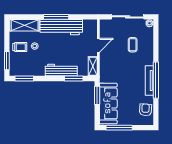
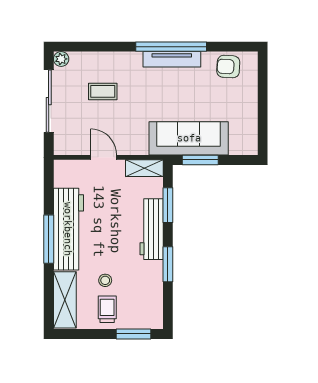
window: (24, 79) -> (168, 264), moved
sofa: (108, 103) -> (189, 138), moved
window: (119, 128) -> (263, 117), removed

